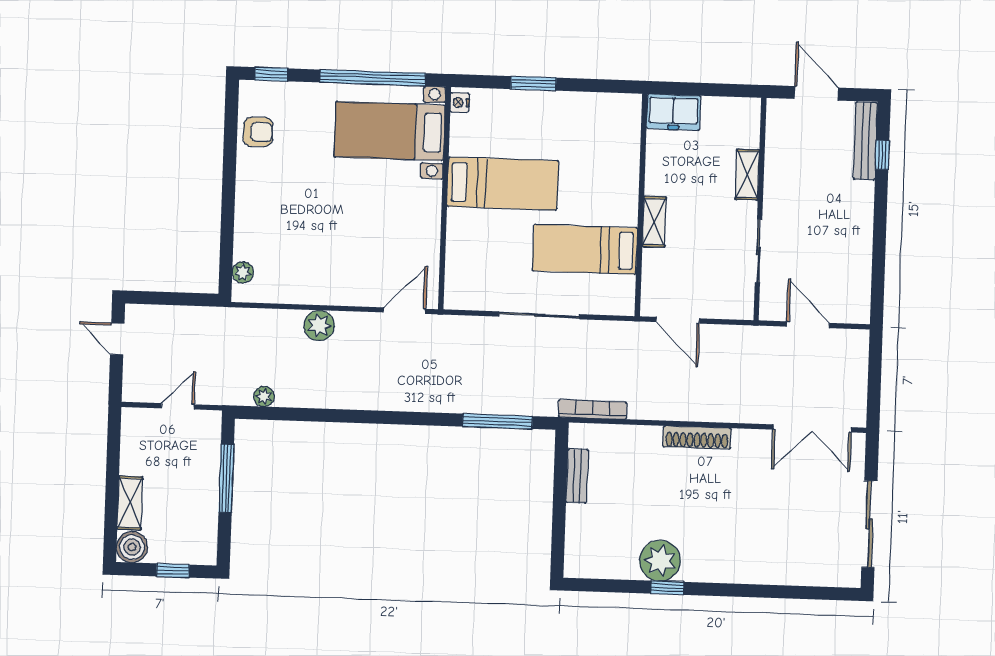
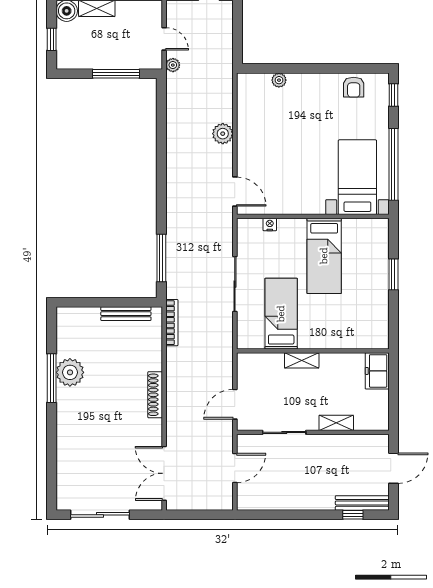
nightstand: (460, 103) -> (270, 224), moved
plant: (243, 272) -> (279, 80), moved
door: (678, 320) -> (235, 404), moved
plant: (264, 396) -> (173, 65), moved
bench: (577, 476) -> (126, 314), width x1.36
window: (667, 588) -> (52, 378), width x2.17

